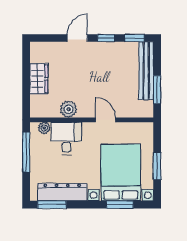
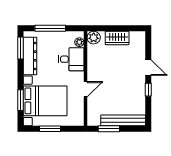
window: (135, 38) -> (148, 112), removed
plant: (69, 109) -> (94, 38), moved
window: (26, 152) -> (50, 28), moved

